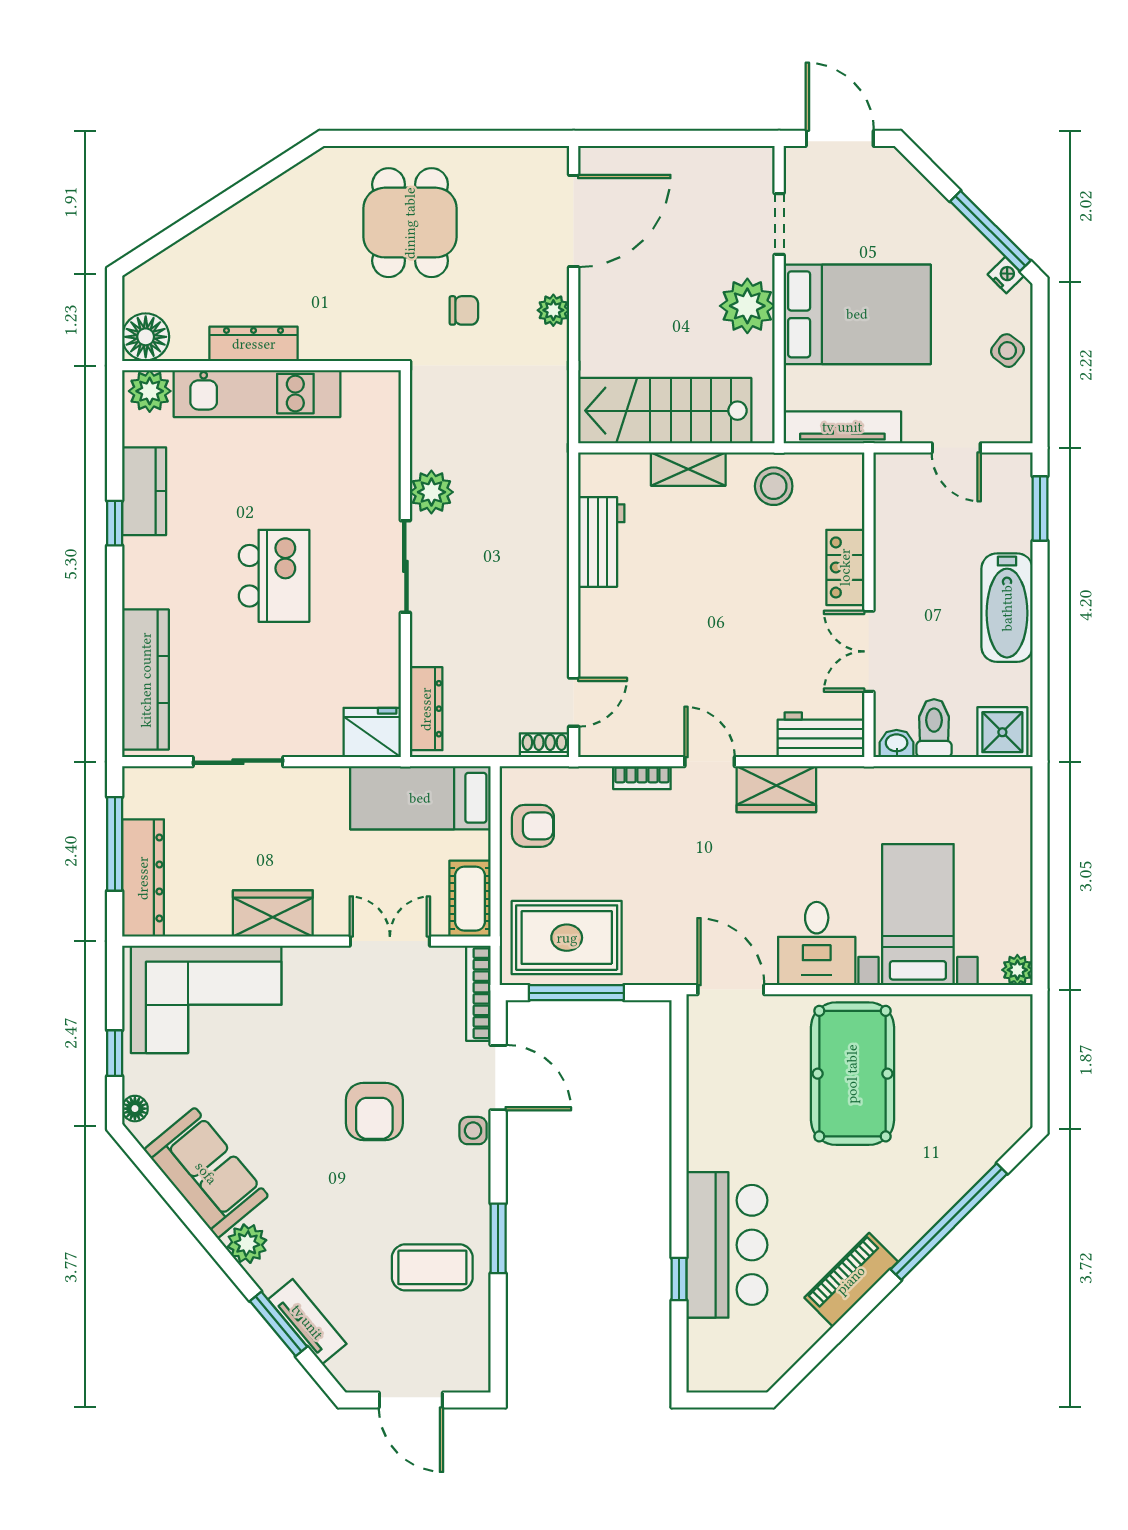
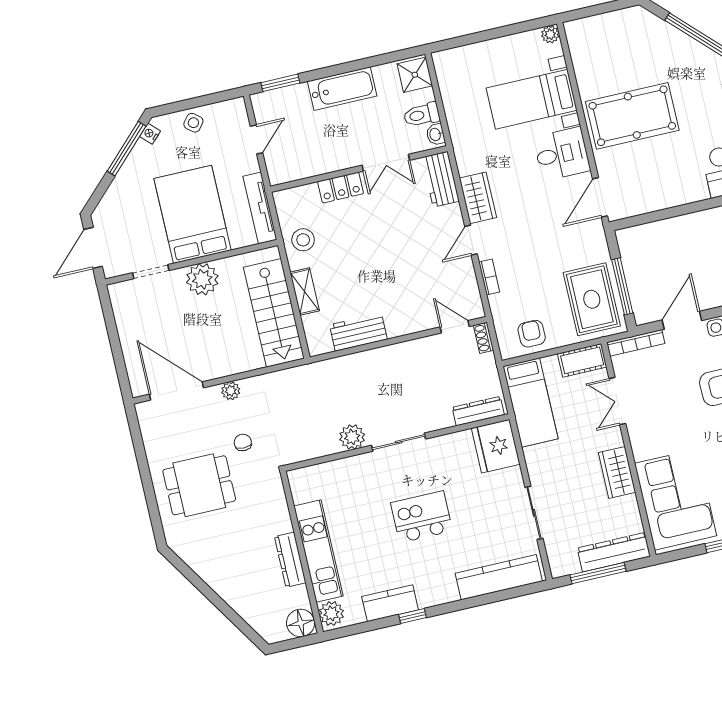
fridge: (372, 733) -> (496, 446), width x1.36, depth x1.34

